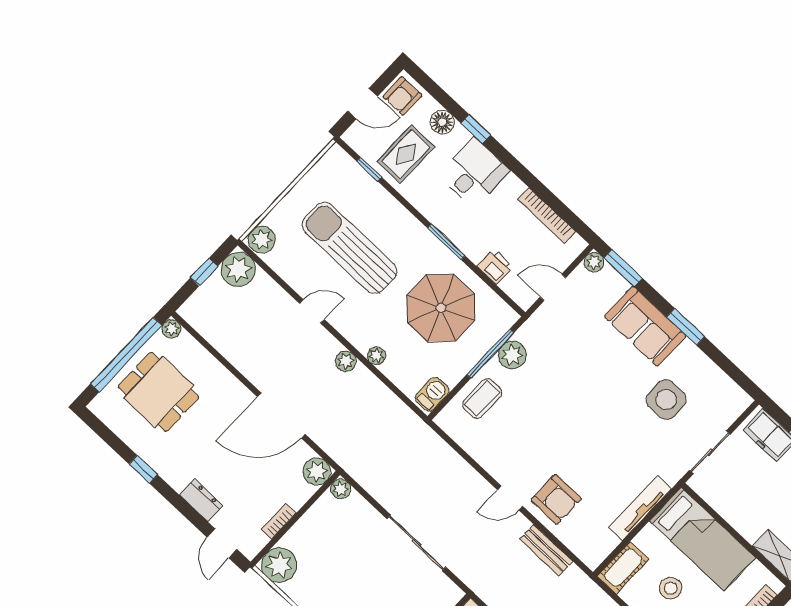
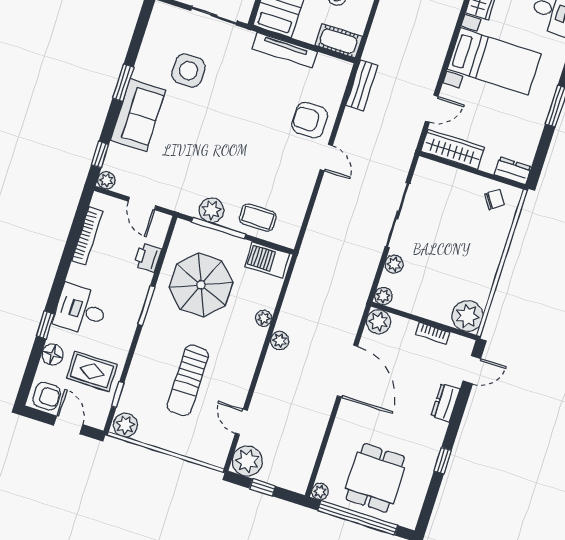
plant: (262, 239) -> (125, 425), moved
sun lounger: (350, 248) -> (188, 380), width x0.73, depth x0.75
window: (623, 268) -> (100, 155), width x0.67
door: (312, 311) -> (241, 422), moved
barbecue: (432, 394) -> (267, 260), width x1.38, depth x1.27
armchair: (556, 499) -> (310, 120), turned -90
plant: (368, 515) -> (394, 264), added
bench: (546, 550) -> (362, 85), moved

